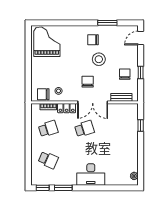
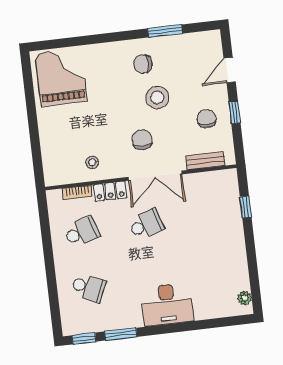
door: (141, 38) -> (230, 70), moved
chair: (43, 94) -> (66, 172), removed

